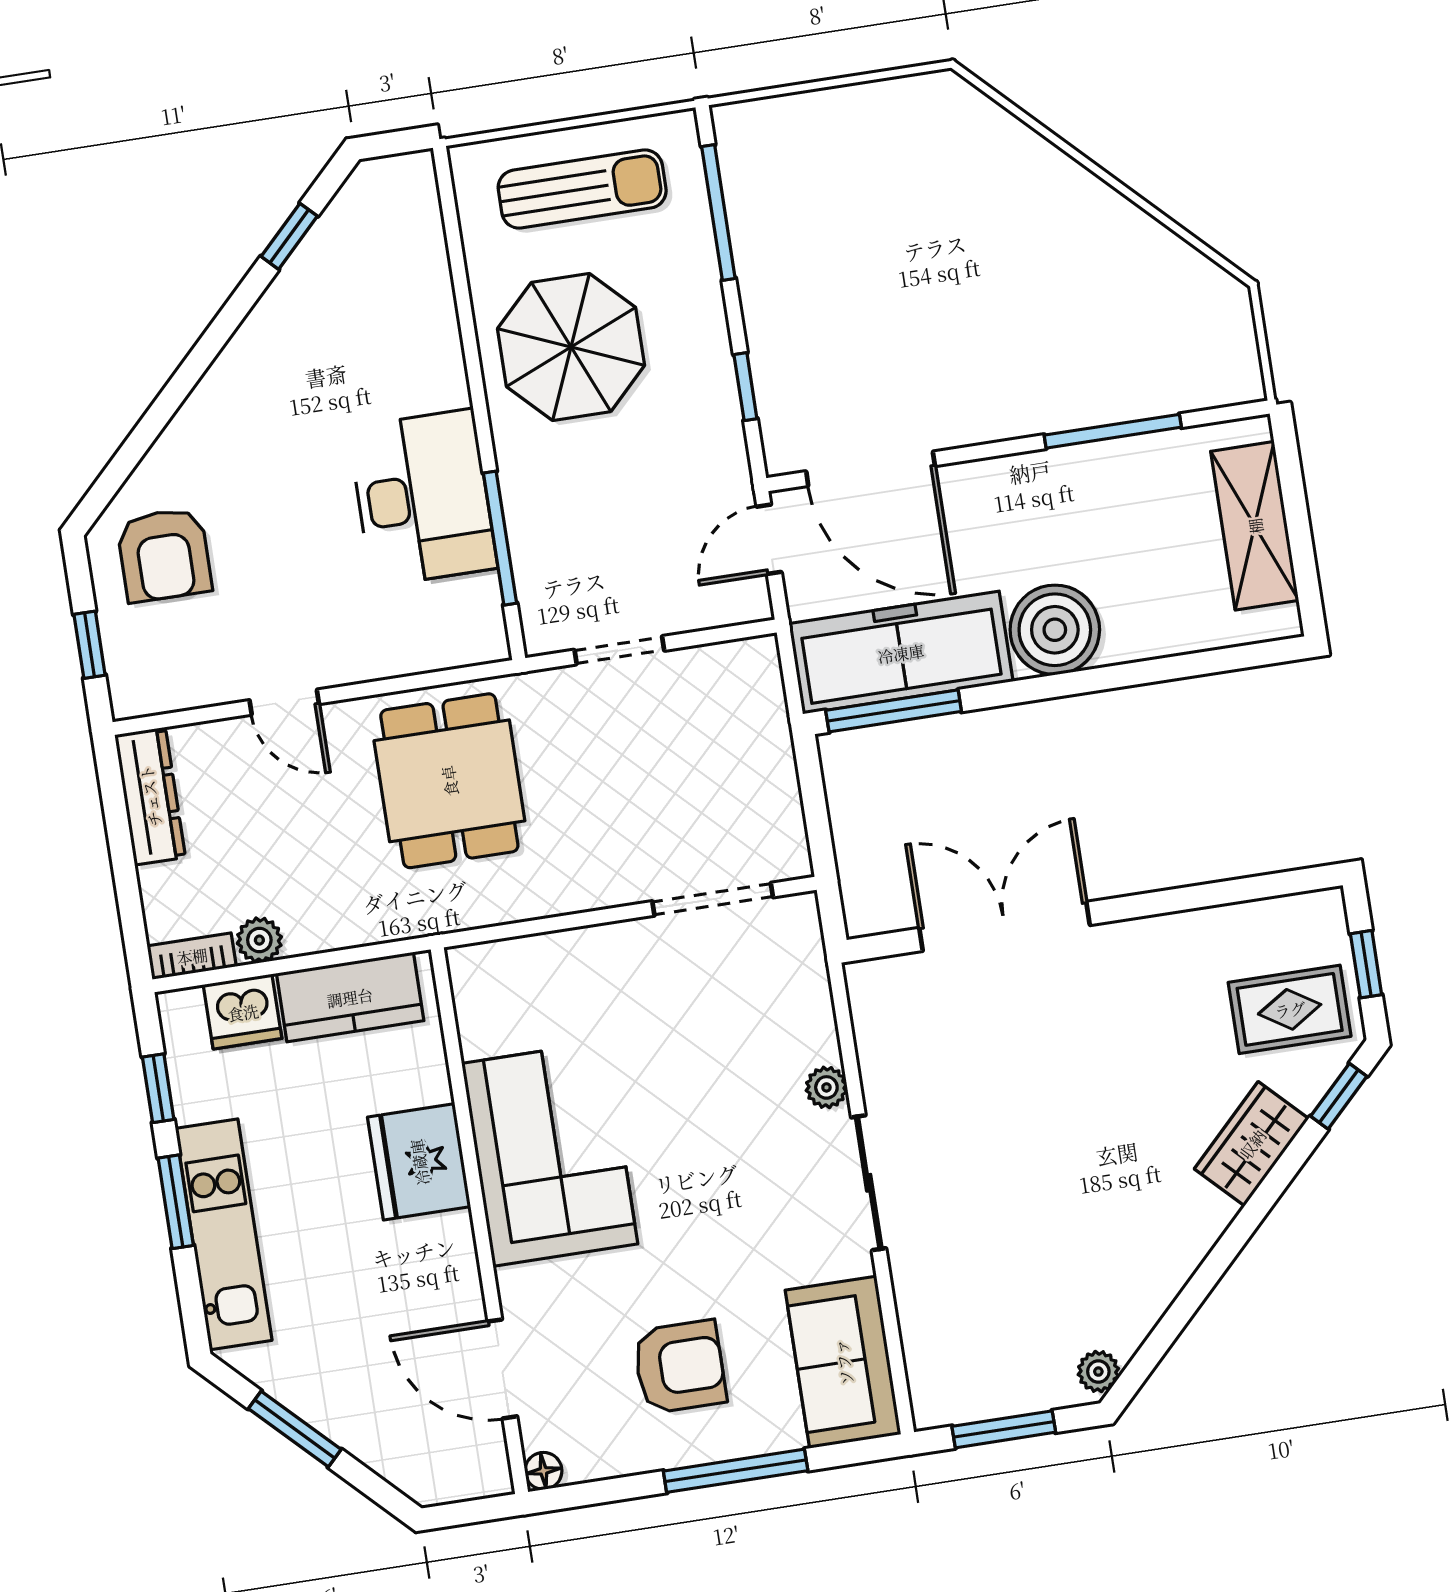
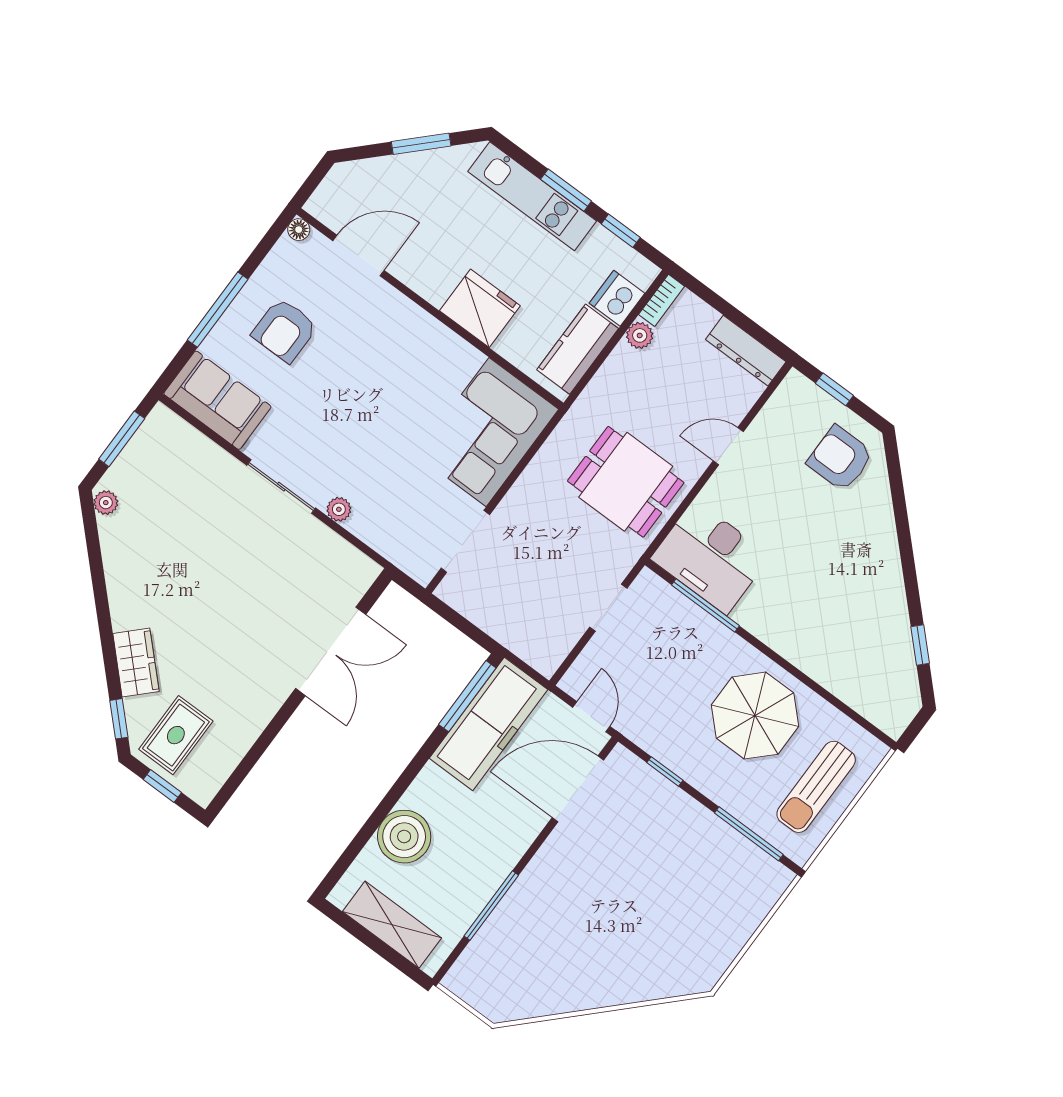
desk: (423, 498) -> (710, 557), moved
boiler: (1055, 630) -> (404, 837), moved
corner sofa: (550, 1154) -> (488, 432), moved, turned 90

